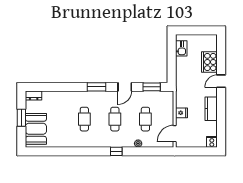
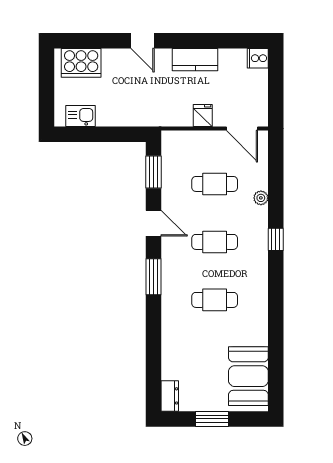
cooker: (209, 62) -> (81, 63), moved
booth: (36, 129) -> (248, 376), moved, turned 90

